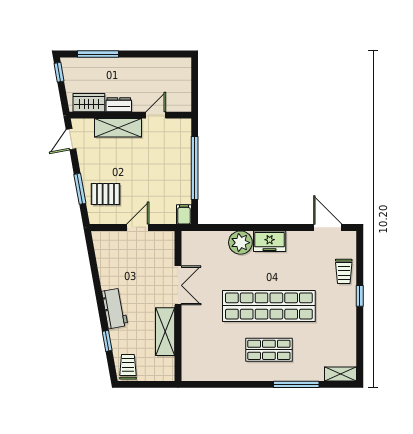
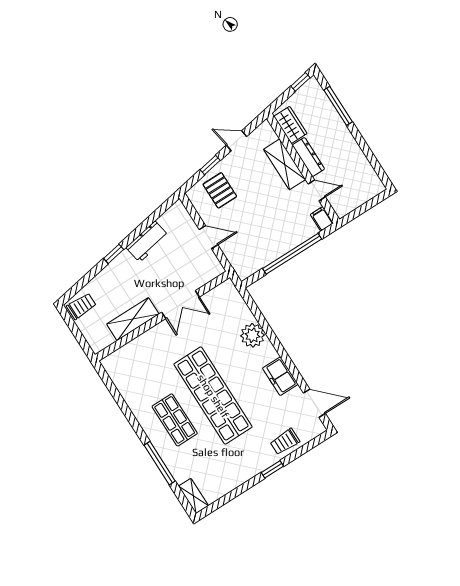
dresser: (119, 105) -> (308, 157), width x1.44
door: (71, 139) -> (237, 141), moved
window: (80, 189) -> (210, 165), width x0.67
filing cabinet: (184, 214) -> (322, 219), moved, turned -90
door: (328, 227) -> (314, 403), hinge flipped
freezer: (270, 241) -> (280, 376), moved
workbench: (115, 308) -> (147, 242), moved
window: (107, 341) -> (114, 254), moved

